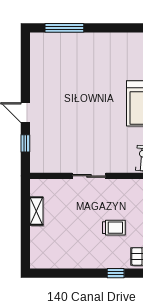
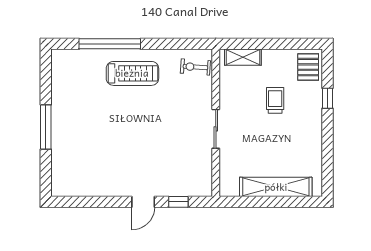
window: (64, 28) -> (46, 127), moved
shelving: (36, 211) -> (276, 187), width x2.20, depth x1.33

